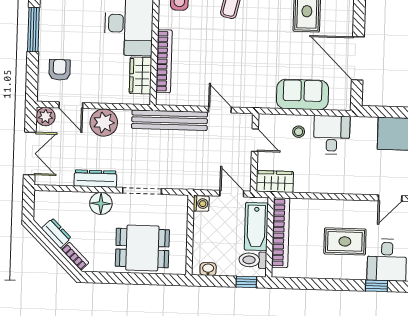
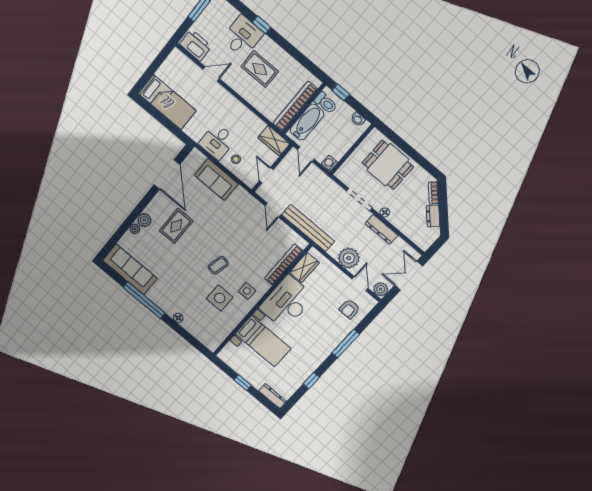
floor lamp: (101, 203) -> (385, 212), width x0.53, depth x0.53

